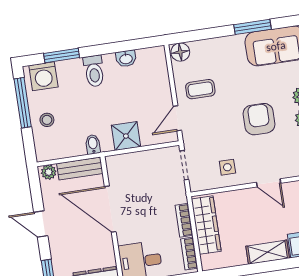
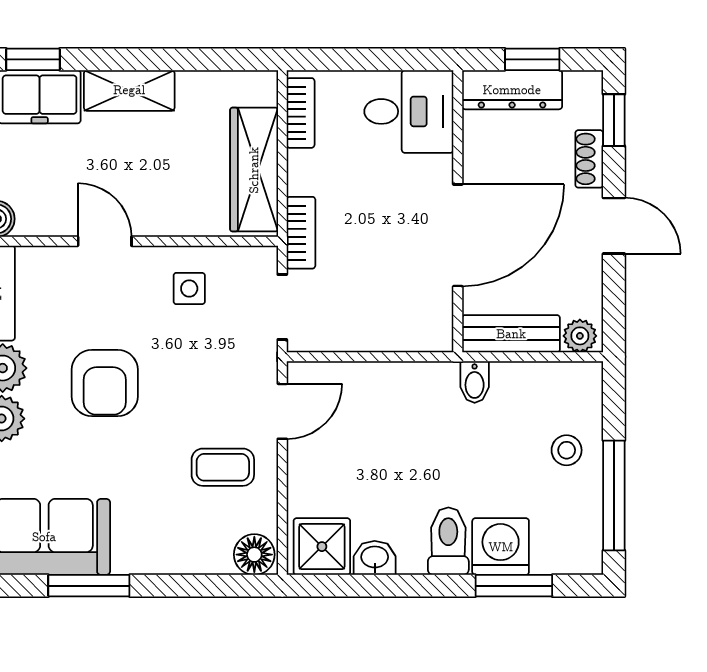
washing machine: (43, 76) -> (501, 547), moved
shower: (126, 136) -> (322, 547), moved
door: (110, 209) -> (458, 235), hinge flipped
bookcase: (184, 220) -> (301, 233), moved
shoe rack: (56, 252) -> (589, 159), added

